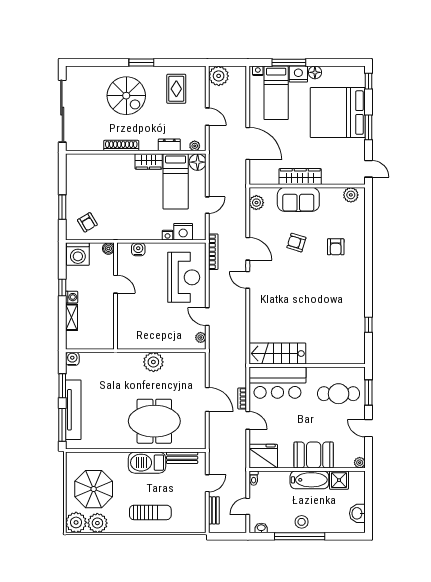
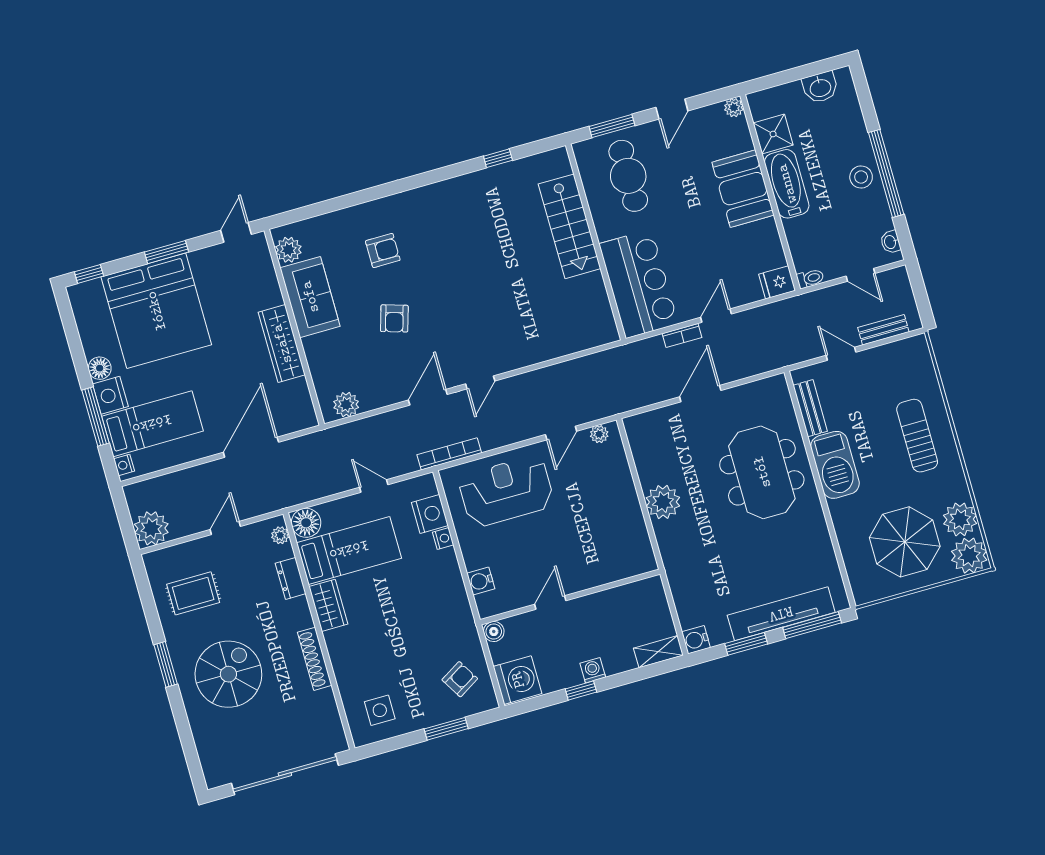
side table: (83, 173) -> (380, 710), added
sofa: (298, 199) -> (310, 297), moved
shelving: (72, 317) -> (658, 652), moved
stairs: (277, 354) -> (570, 226), moved
fridge: (263, 456) -> (777, 282), width x0.53, depth x0.75

